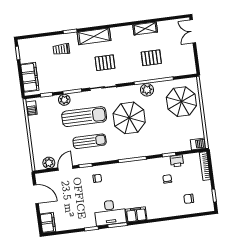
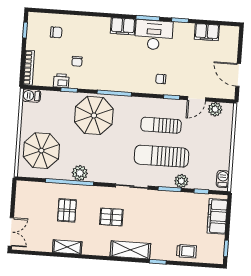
trolley: (61, 49) -> (187, 251), moved
pallet: (151, 58) -> (67, 210), turned 90
pallet: (105, 63) -> (111, 217), moved
parasol: (129, 118) -> (94, 115), moved
filing cabinet: (48, 223) -> (207, 32), moved, turned -90

